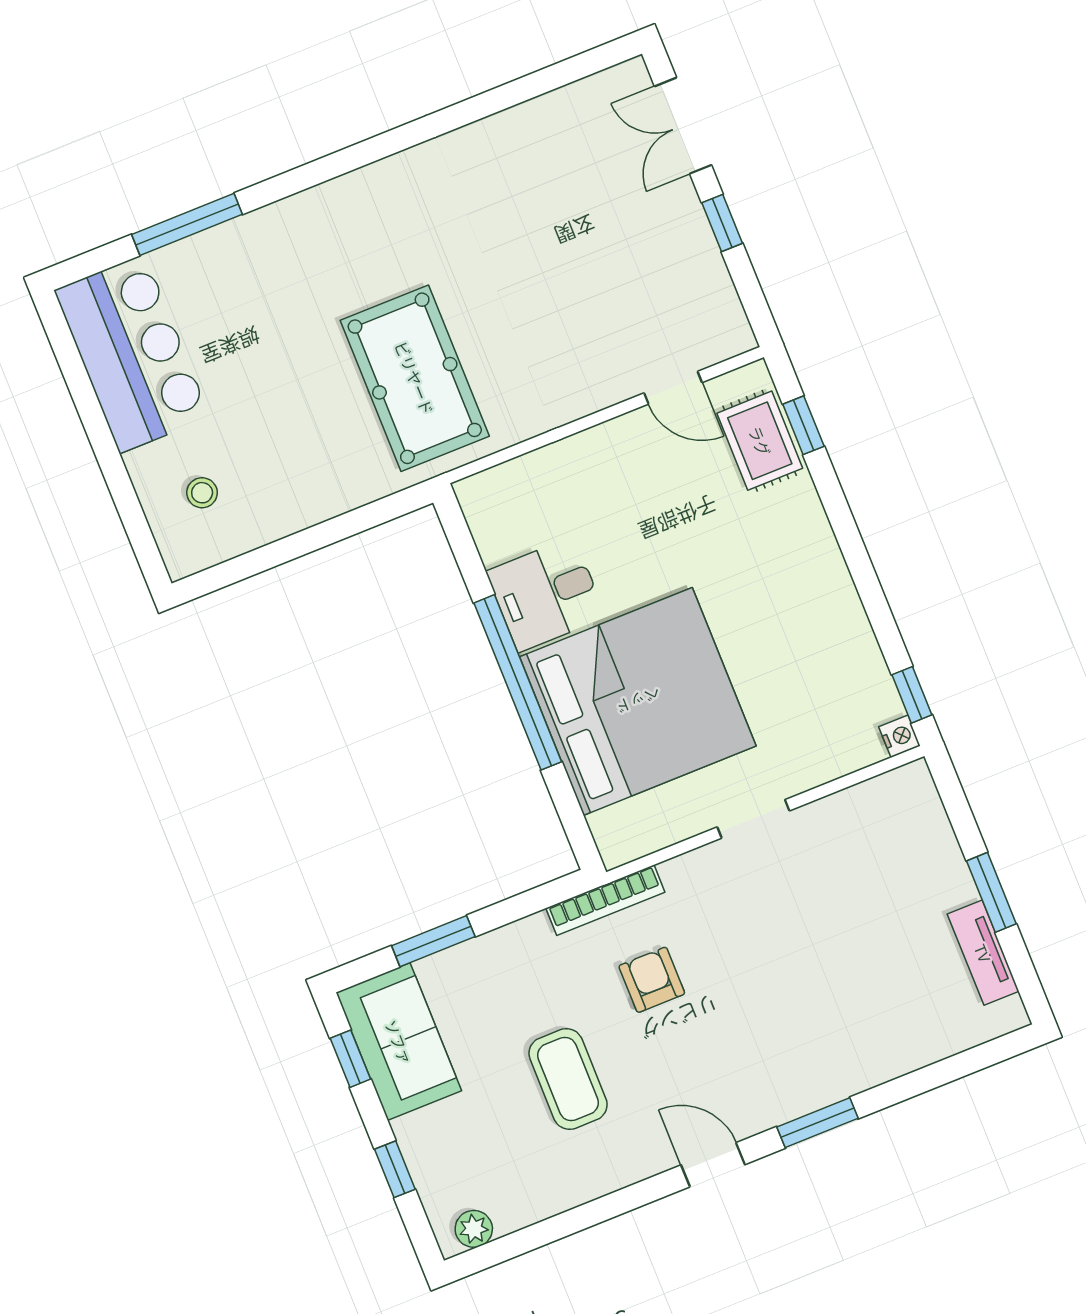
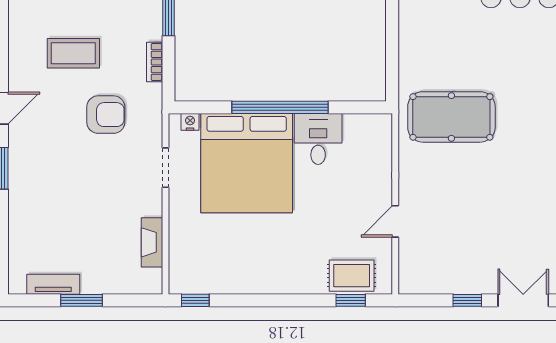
door: (673, 388) -> (395, 221), moved
nightstand: (899, 736) -> (190, 122), moved, turned 180
fireplace: (841, 810) -> (152, 242), added
doorway: (753, 819) -> (165, 168), moved
bookcase: (605, 900) -> (155, 62), moved, width x0.64
armchair: (652, 980) -> (106, 115), width x1.38, depth x1.38

